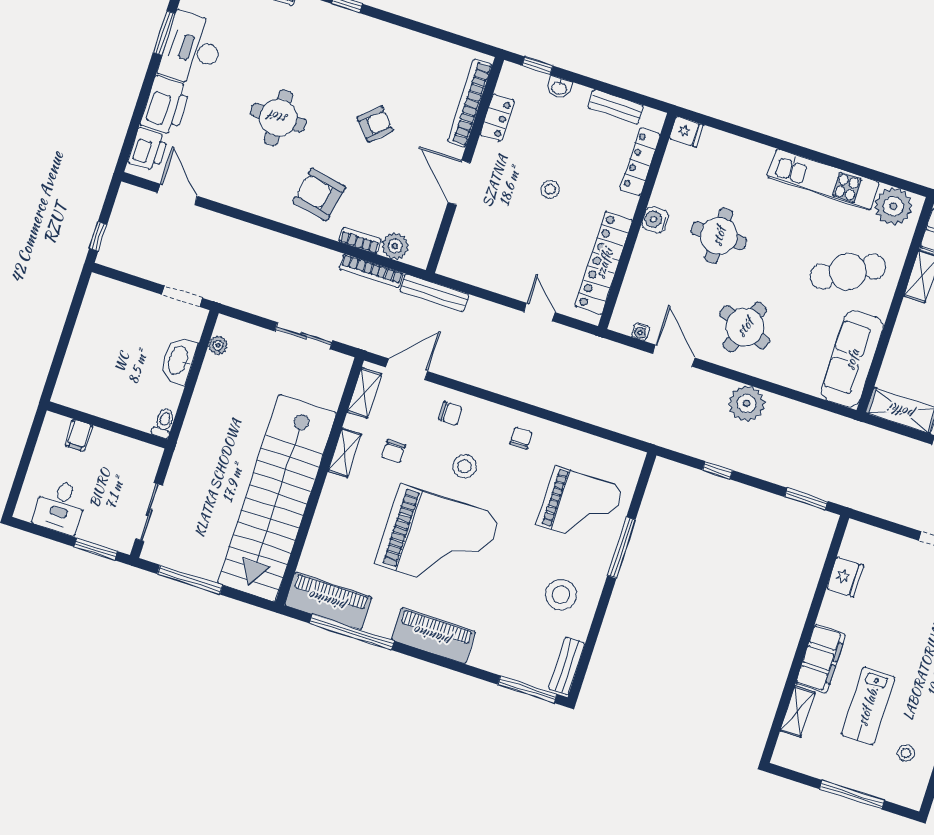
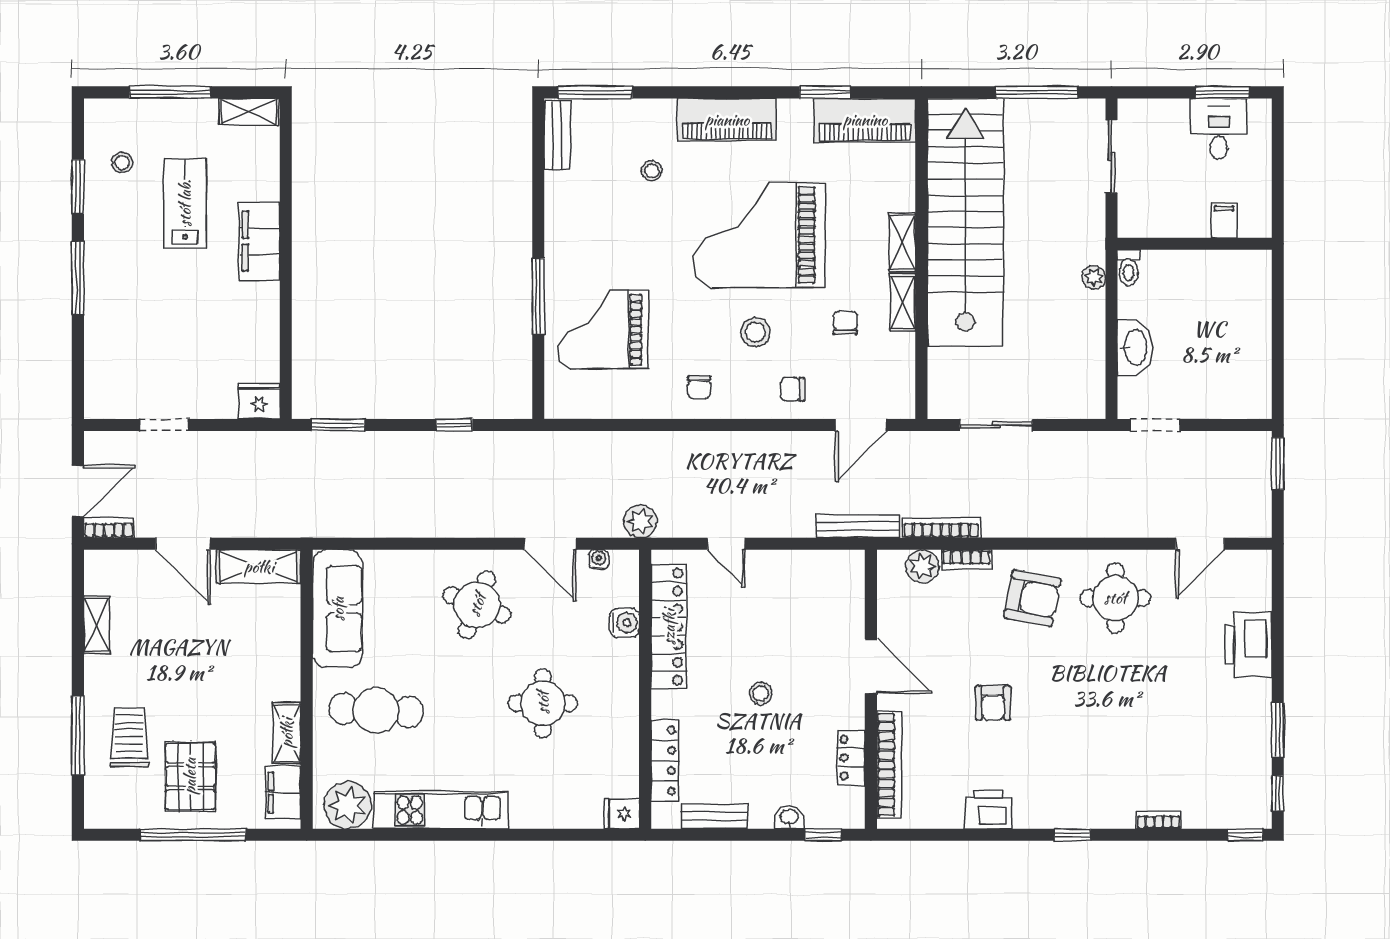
desk: (192, 49) -> (1239, 722), removed
round table: (278, 117) -> (1115, 598), moved
armchair: (375, 124) -> (993, 703), turned -48
printer: (148, 149) -> (988, 810), moved, turned 90
door: (177, 194) -> (1200, 544), hinge flipped
water cooler: (655, 220) -> (624, 623), moved
window: (98, 236) -> (1278, 464), width x1.50
cafe table: (848, 272) -> (376, 710), turned 32
plant: (218, 345) -> (1094, 277), moved
shelving: (364, 393) -> (902, 242), moved
plant: (747, 403) -> (640, 521), moved, width x0.73, depth x0.73
window: (96, 549) -> (1222, 92), moved
fridge: (845, 577) -> (259, 401), moved, turned 90
stool: (561, 595) -> (652, 171), moved, width x0.53, depth x0.53
window: (352, 632) -> (825, 92), width x0.47
shelving: (798, 711) -> (249, 112), moved, turned 90

